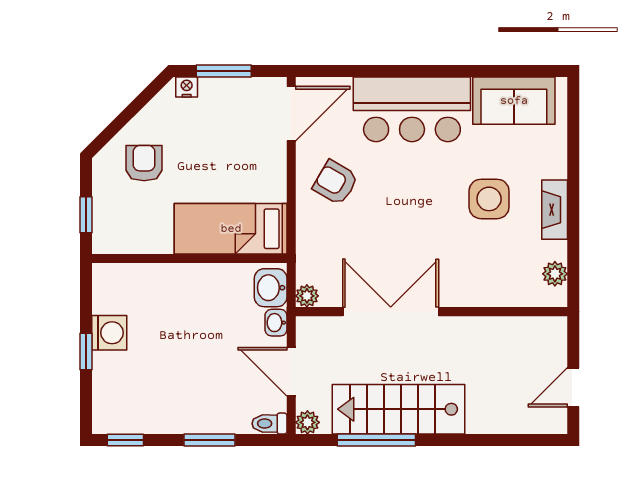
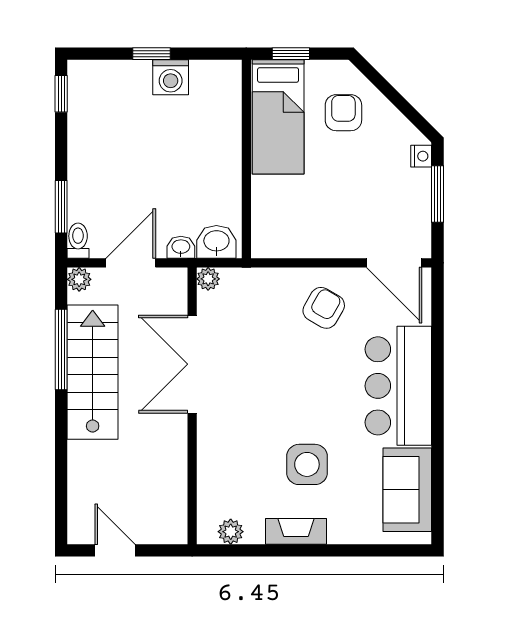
armchair: (144, 163) -> (343, 113), turned -90
bed: (231, 229) -> (278, 117), moved, turned 180
double door: (391, 312) -> (192, 364), swing flipped
window: (209, 440) -> (61, 207), moved

